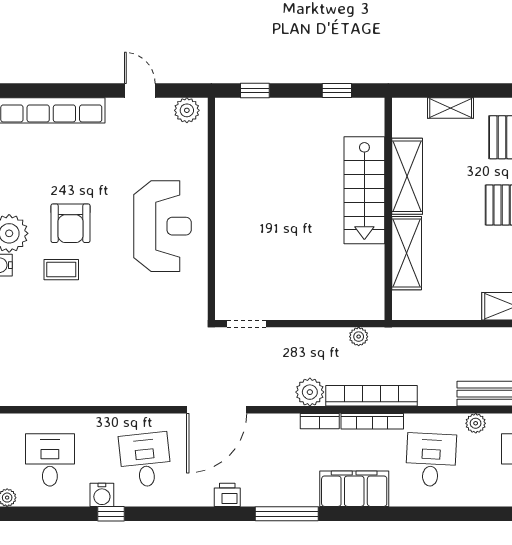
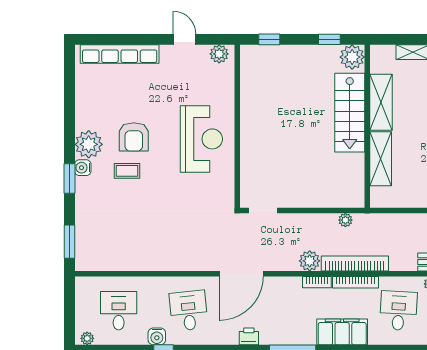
plant: (368, 115) -> (352, 57), added

